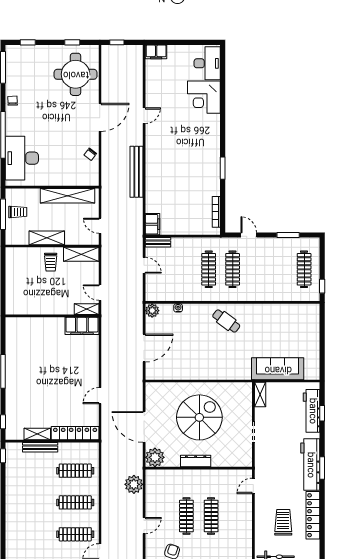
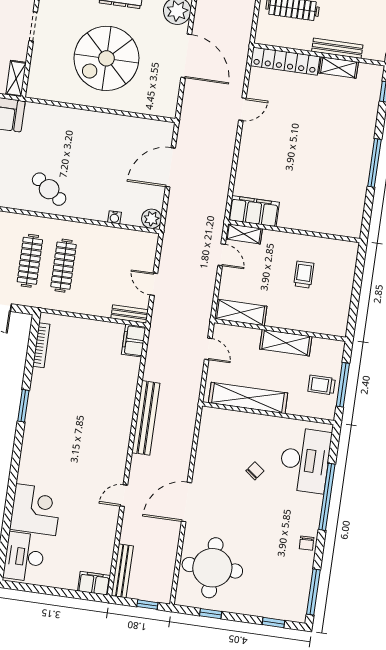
bench: (138, 63) -> (122, 571), added
chair: (90, 154) -> (255, 471), moved
trolley: (51, 262) -> (304, 275), moved

